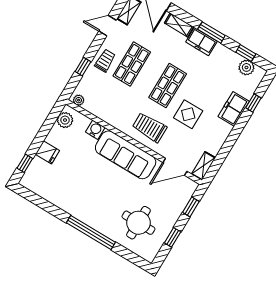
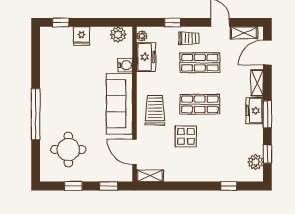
freezer: (234, 109) -> (146, 57), moved, turned 90

